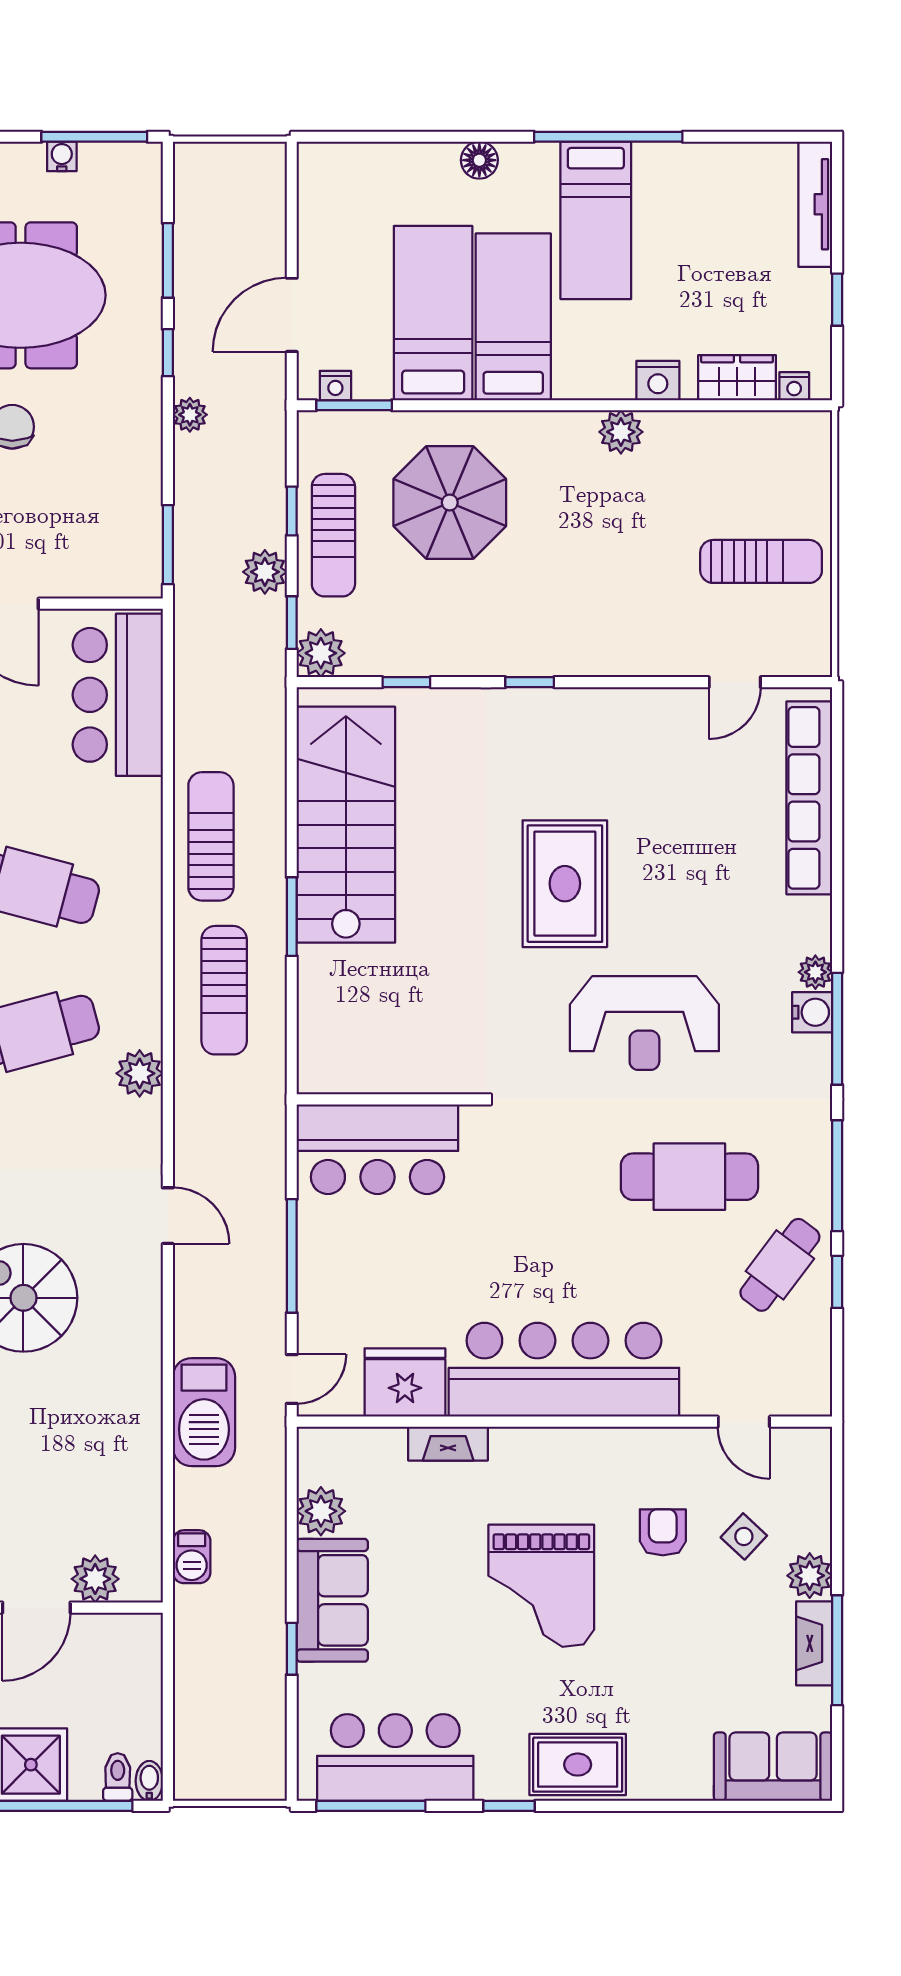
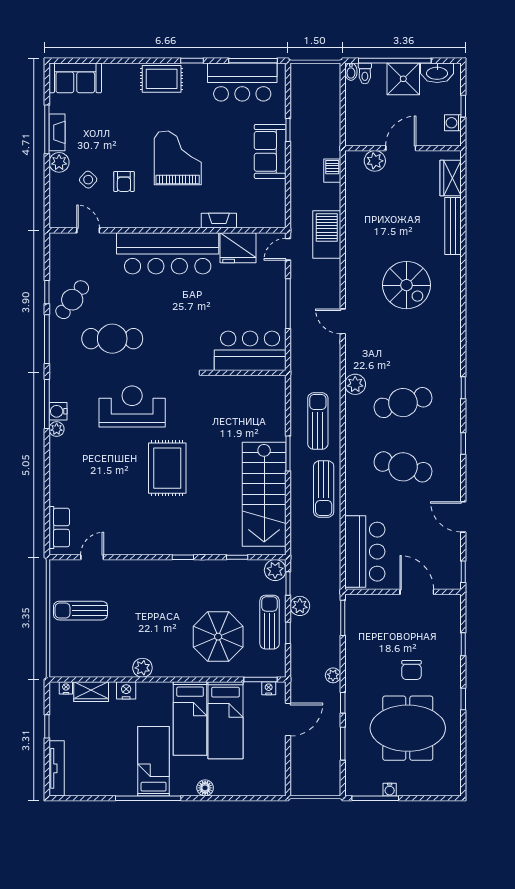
row of seats: (809, 798) -> (59, 528), width x0.50
plant: (321, 1511) -> (275, 191), removed

